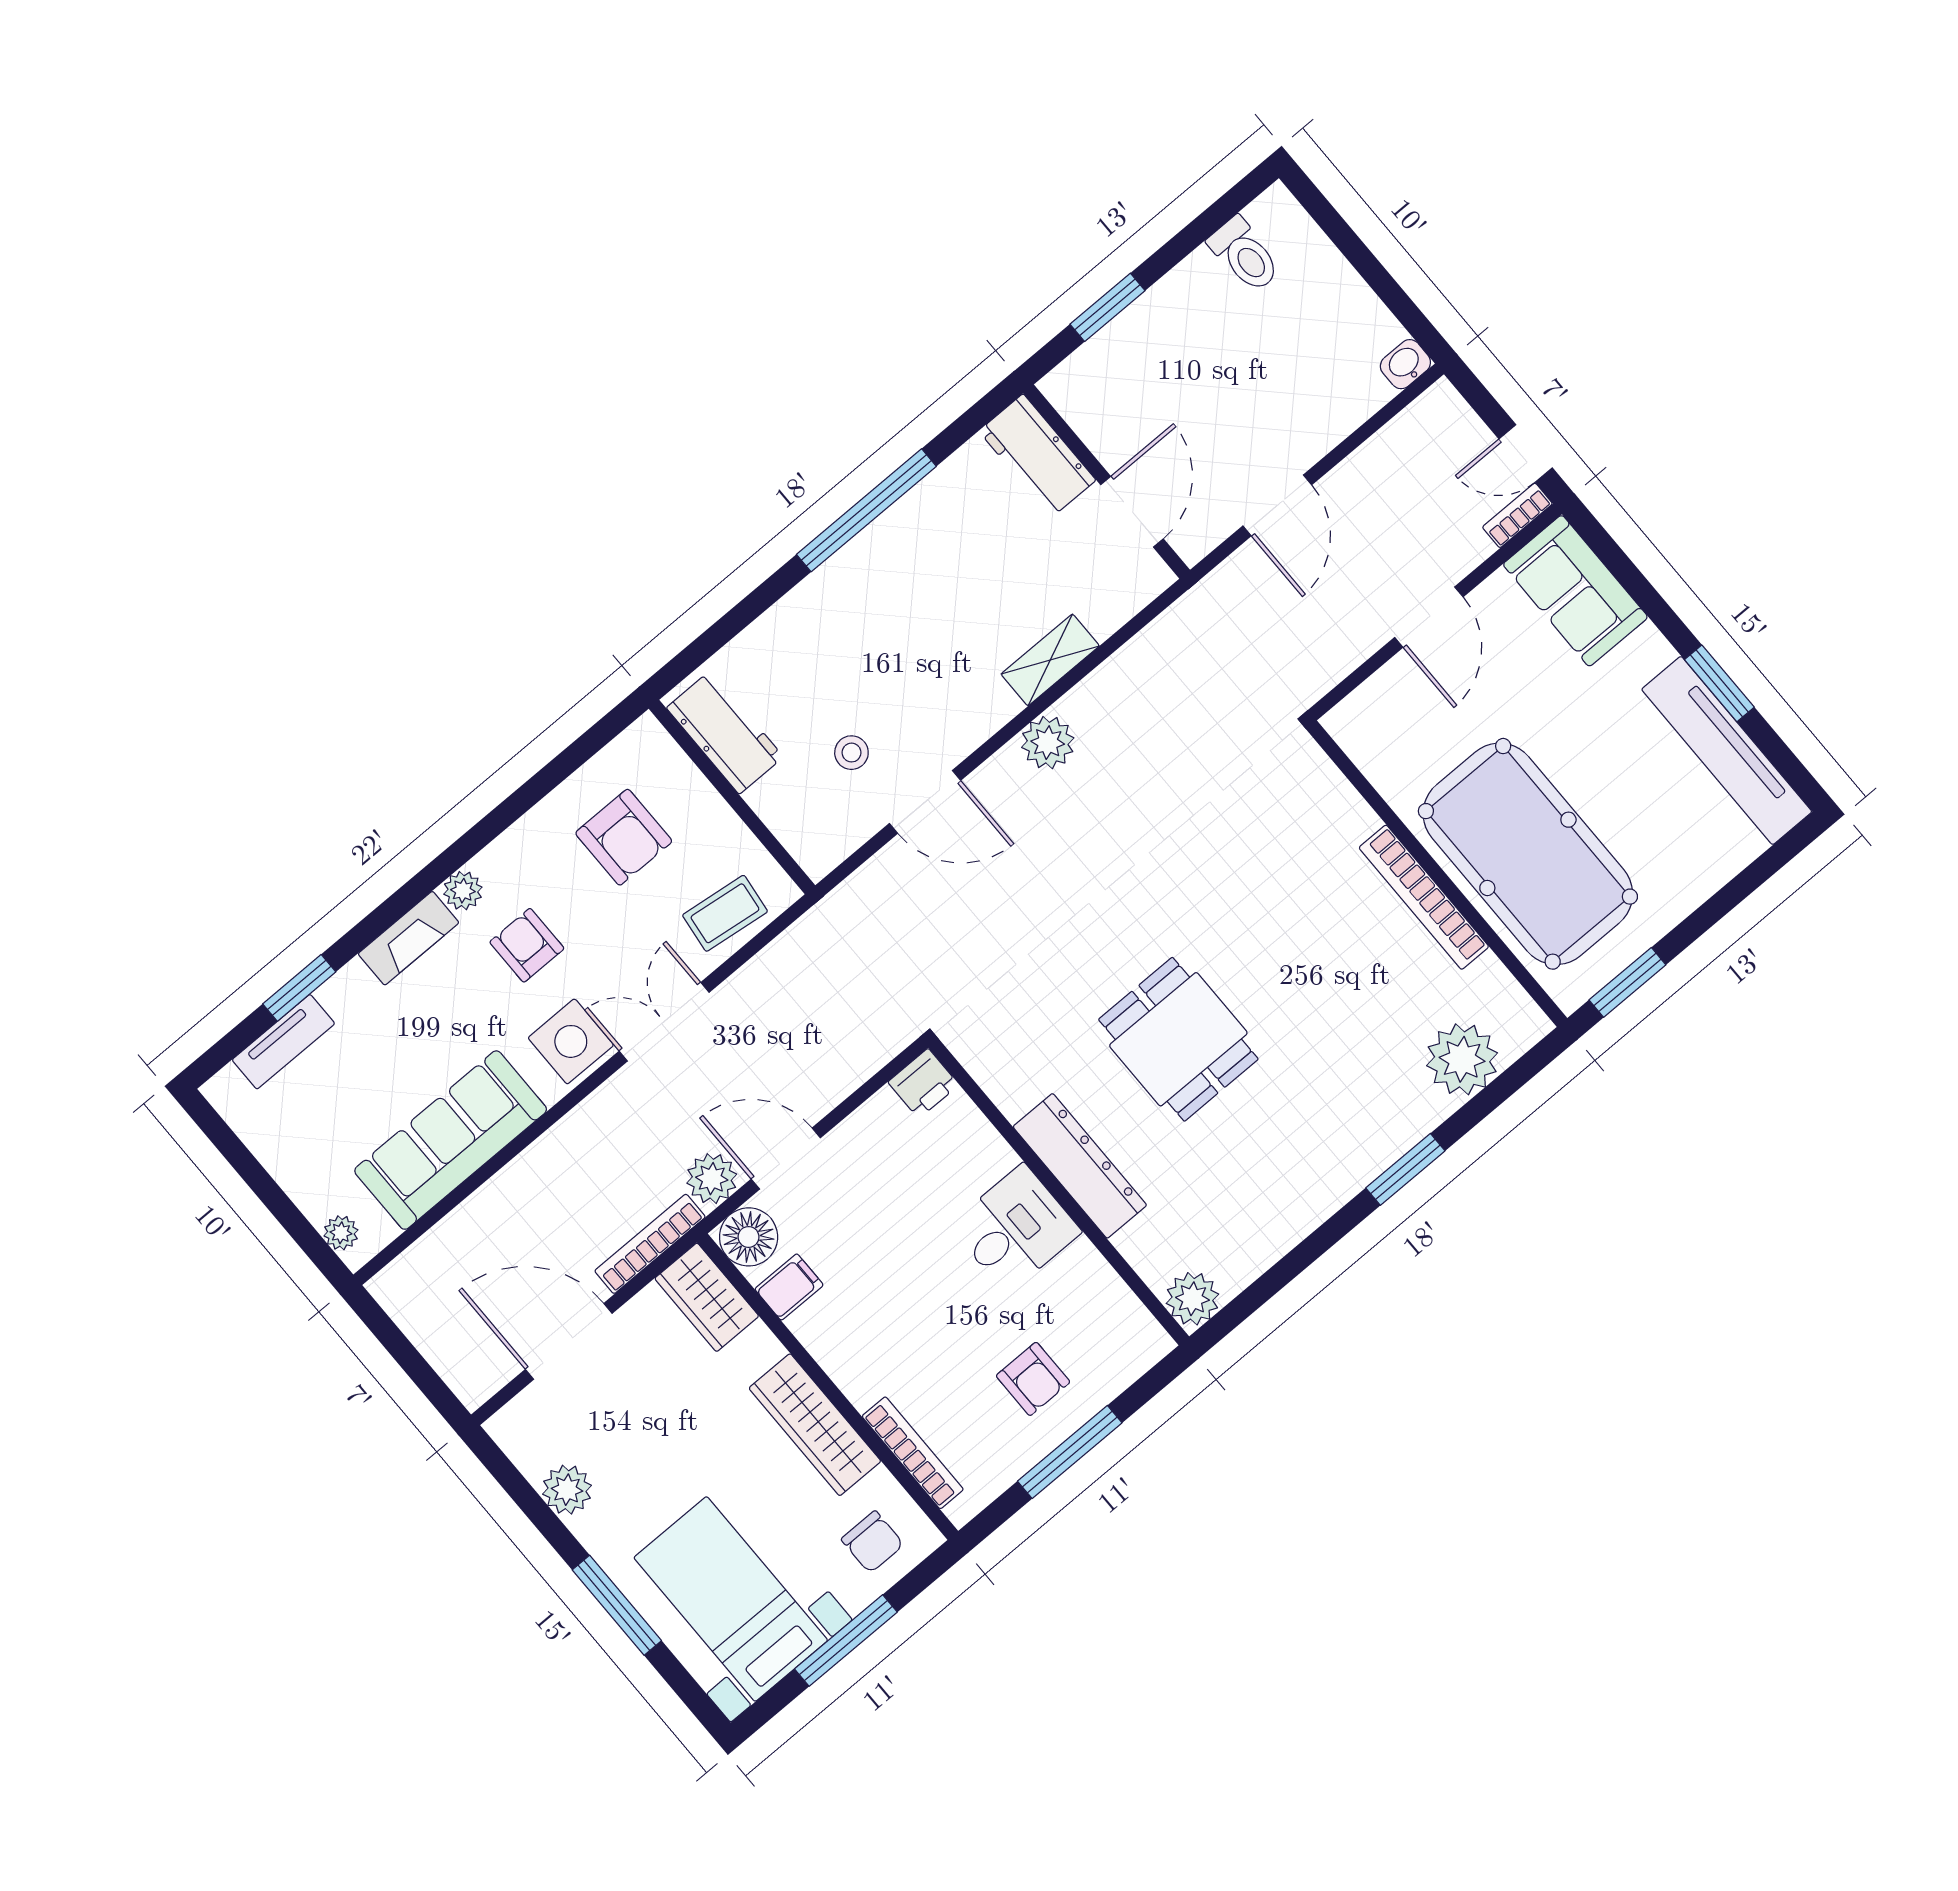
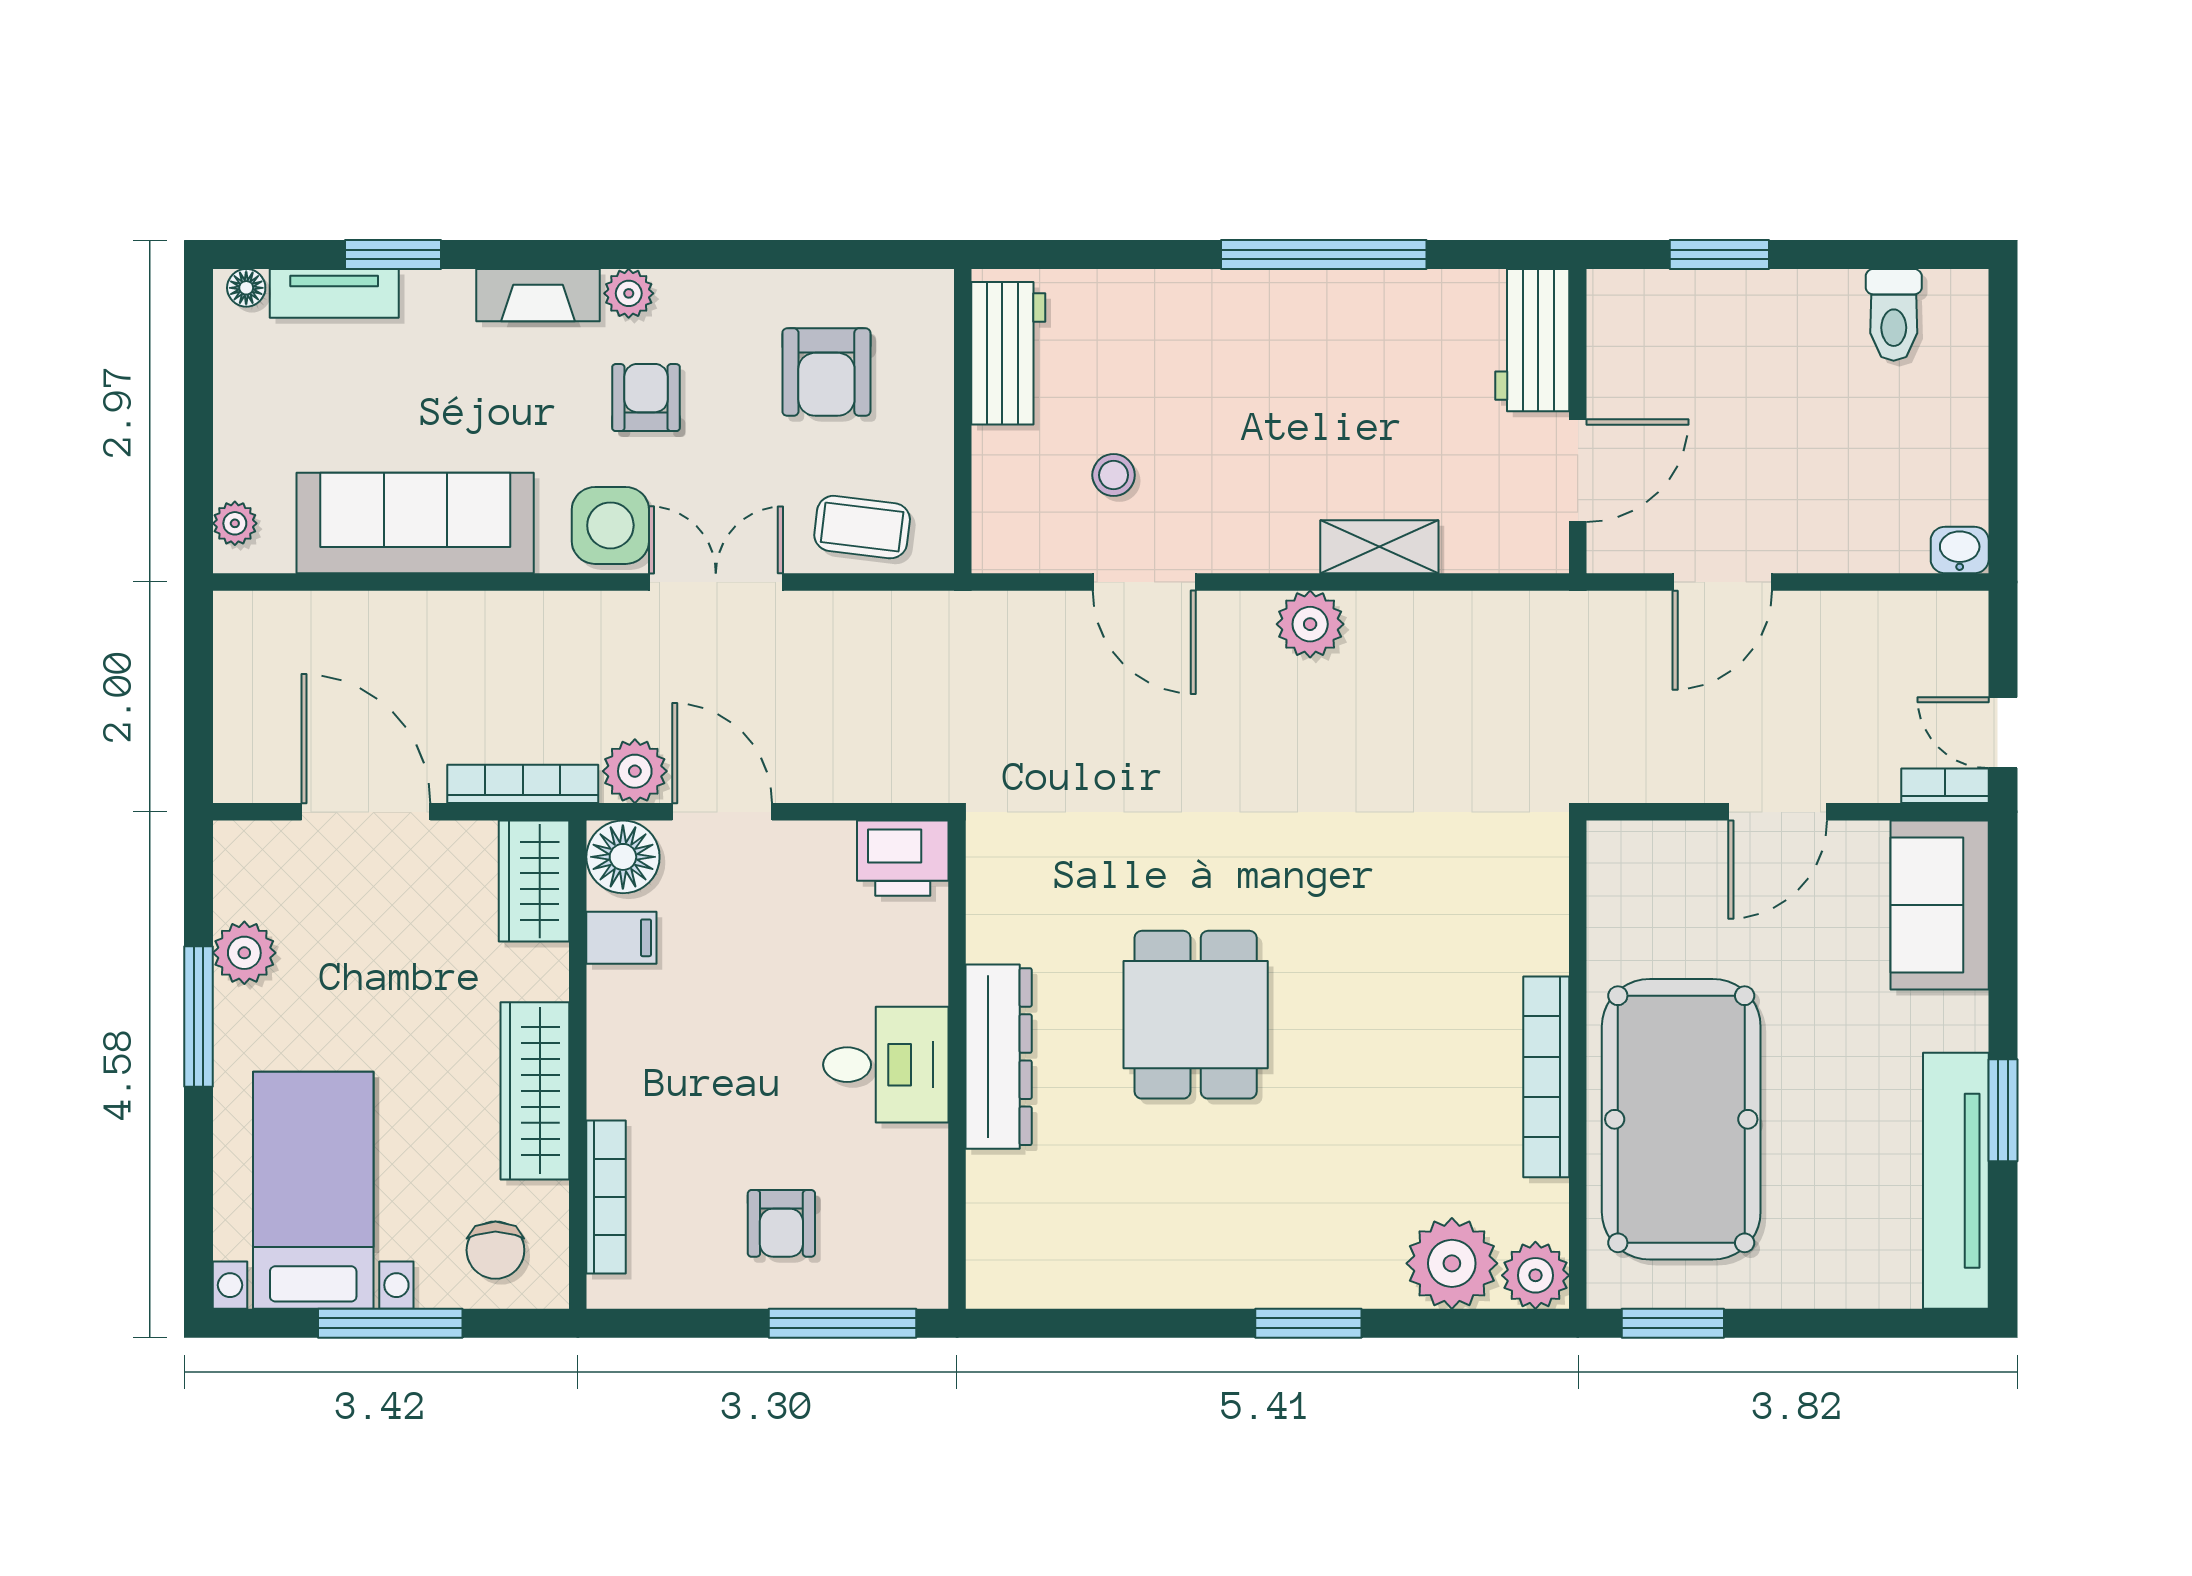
floor lamp: (227, 1083) -> (246, 288), added
printer: (923, 1083) -> (903, 858), width x1.36, depth x1.24
plant: (1192, 1299) -> (1535, 1275), moved
window: (1070, 1452) -> (842, 1323), moved
window: (617, 1605) -> (199, 1016), moved

